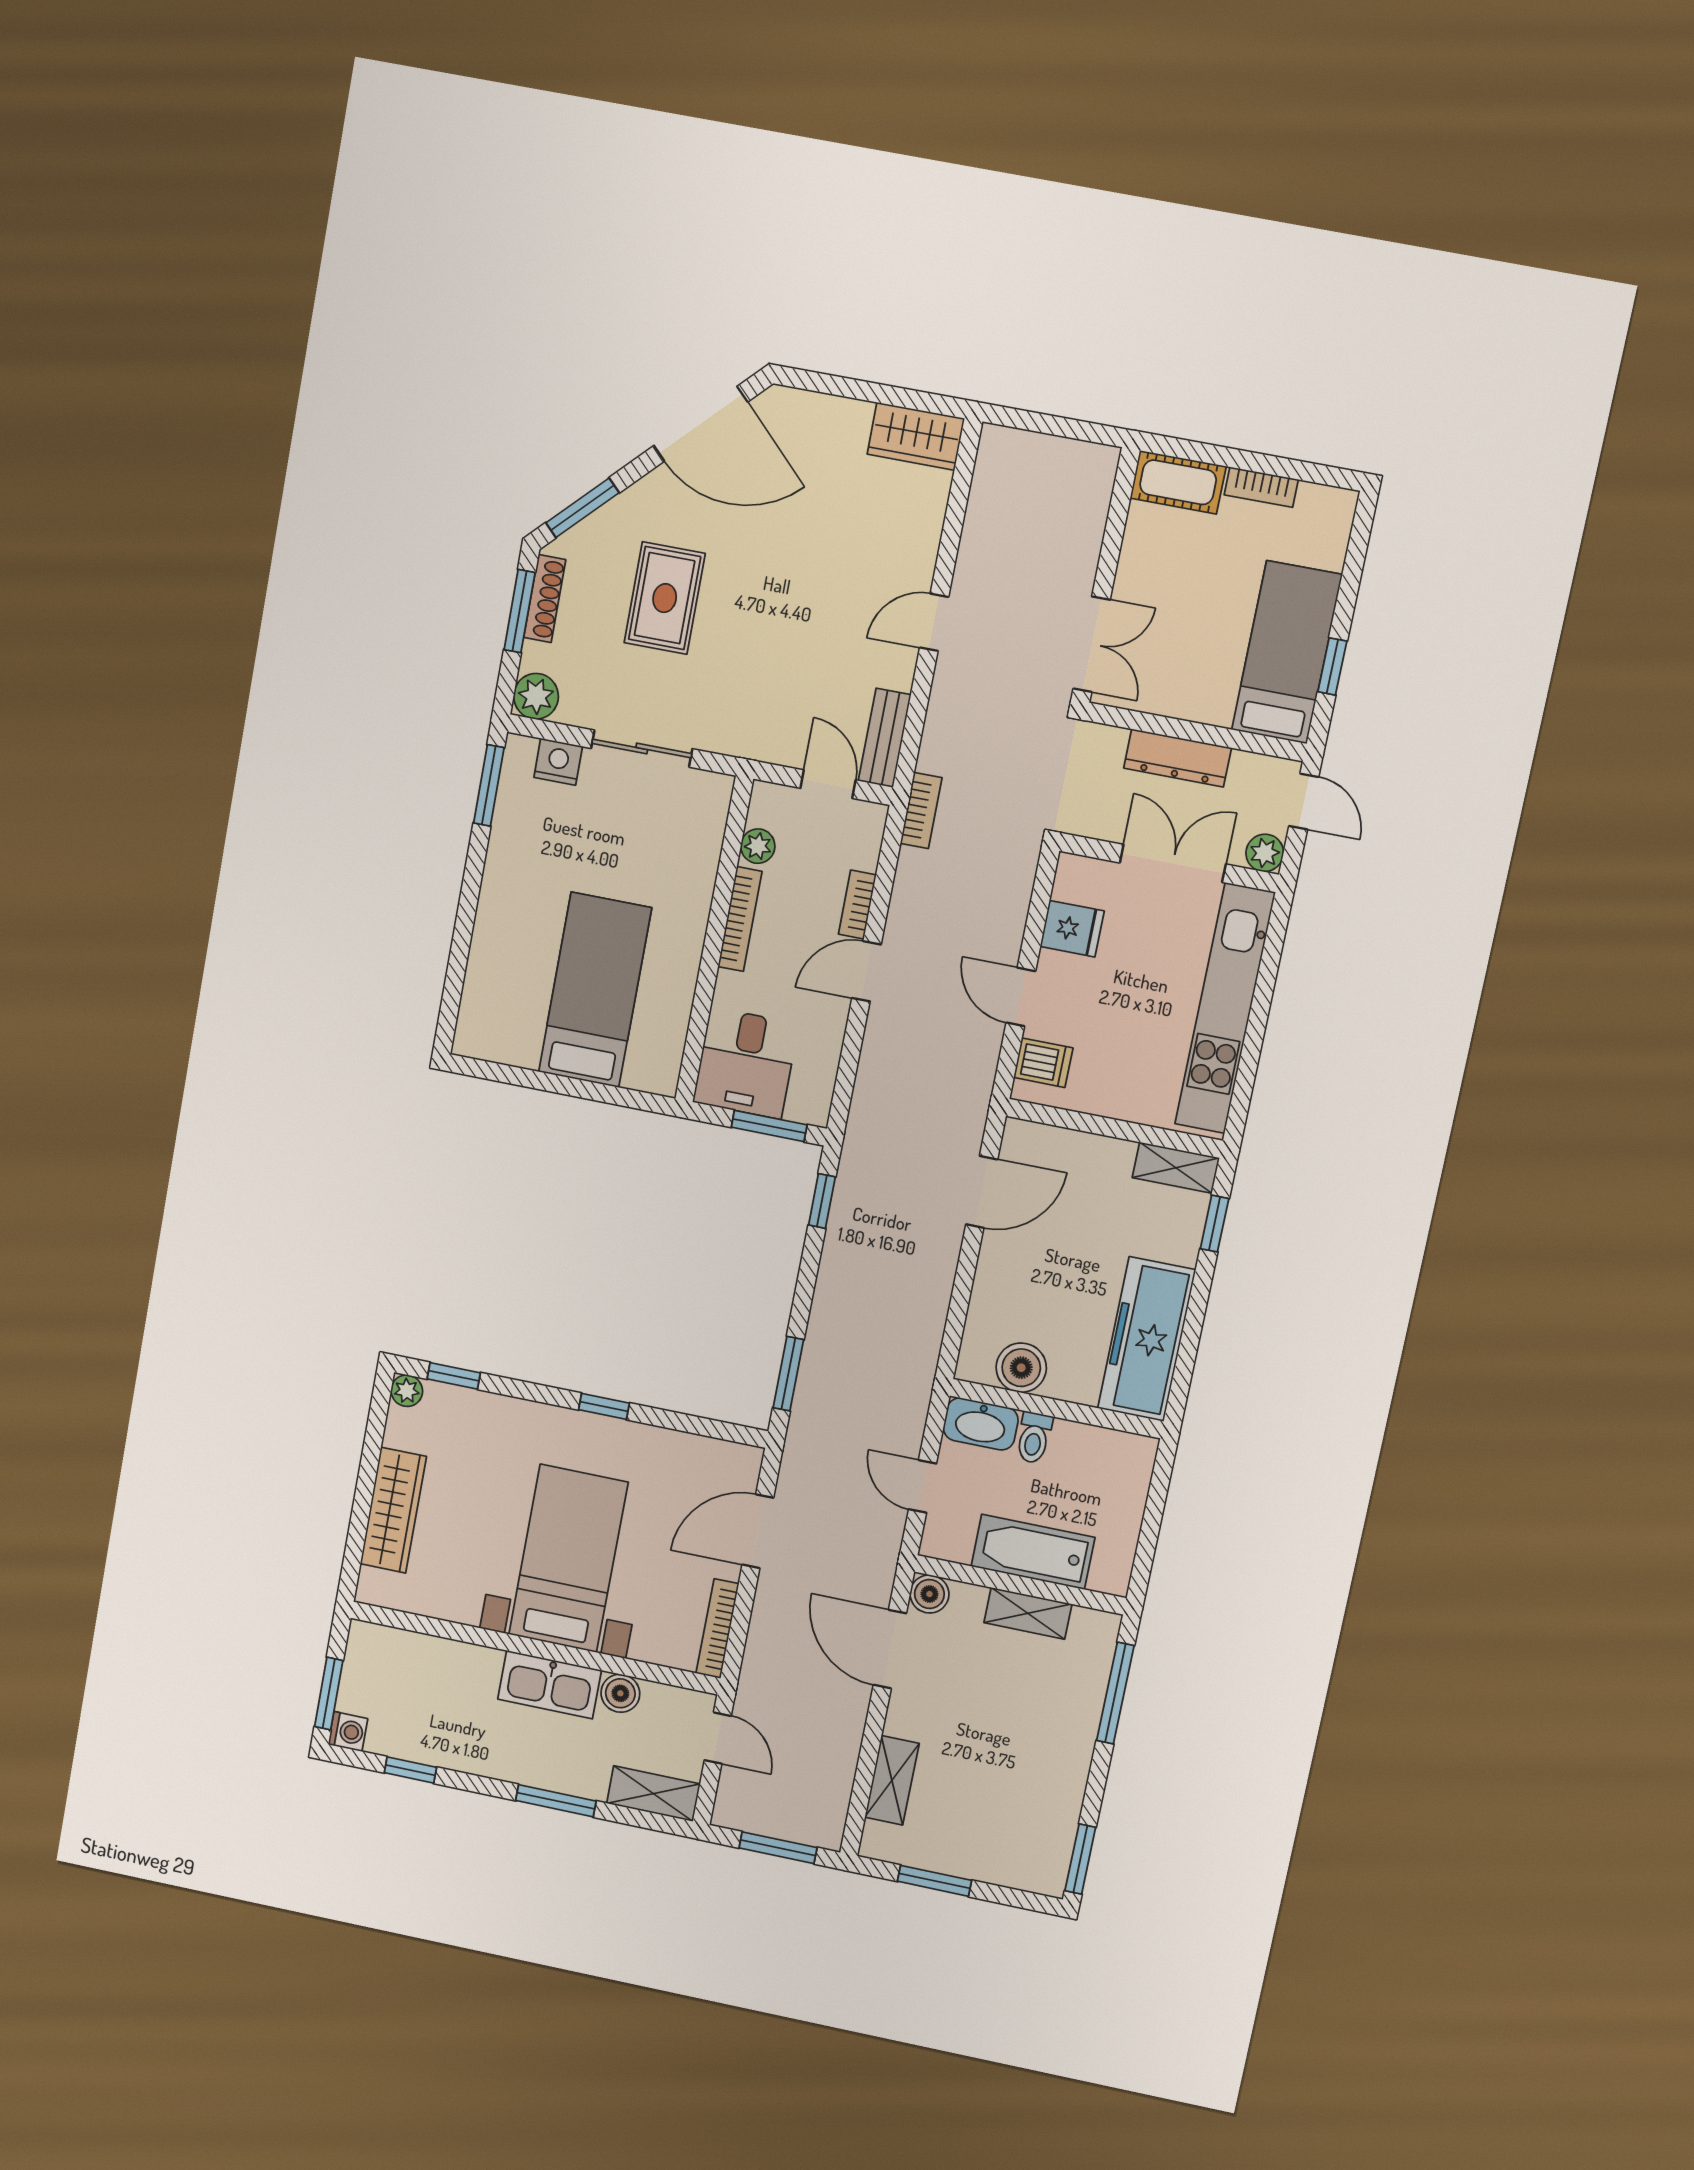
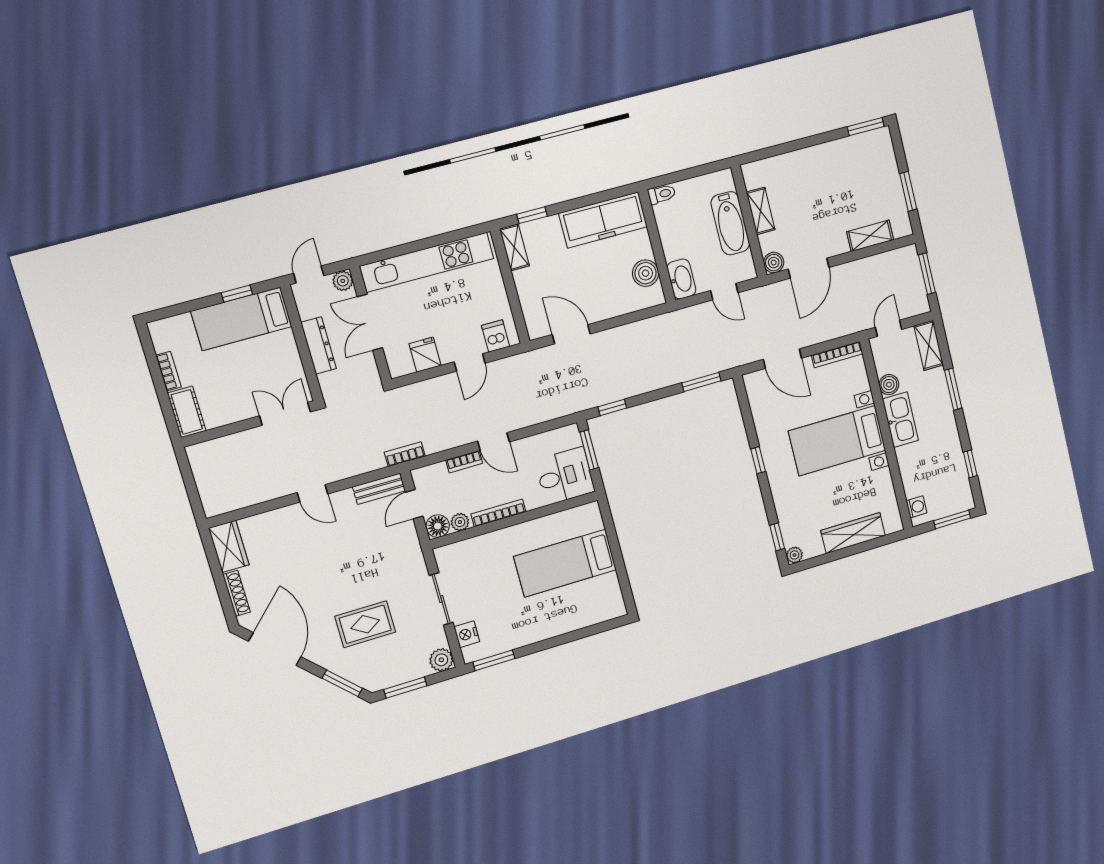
shoe rack: (545, 599) -> (237, 593), moved, turned 90
floor lamp: (770, 805) -> (438, 526), added
toilet: (1034, 1438) -> (662, 194), moved
door: (923, 1486) -> (724, 292), hinge flipped
window: (1115, 1693) -> (779, 150), removed
washing machine: (348, 1732) -> (916, 507), moved, turned 90

